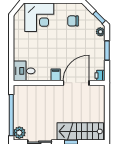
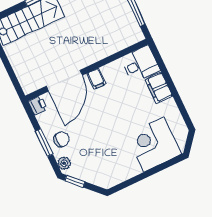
chair: (73, 21) -> (62, 139), moved
filing cabinet: (20, 51) -> (159, 88), added

